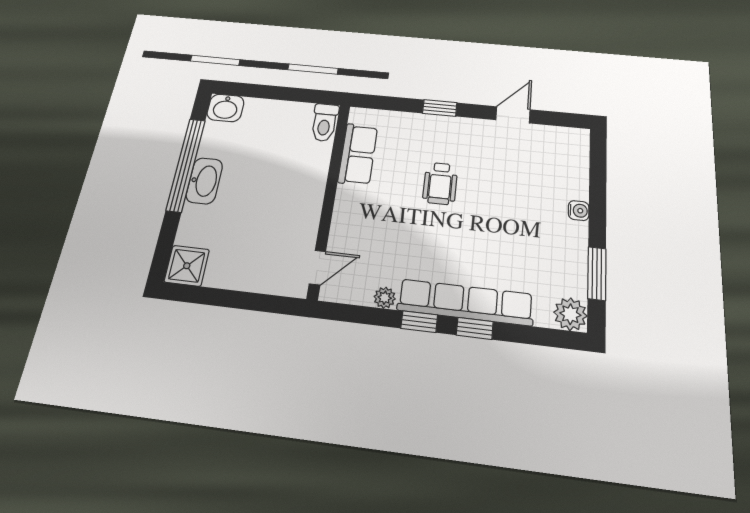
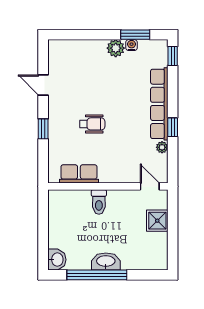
toilet: (324, 122) -> (99, 202), moved, turned 90
water cooler: (579, 211) -> (132, 45), moved
shower: (187, 266) -> (157, 221), moved
plant: (570, 314) -> (116, 48), moved
window: (475, 328) -> (173, 56), moved

